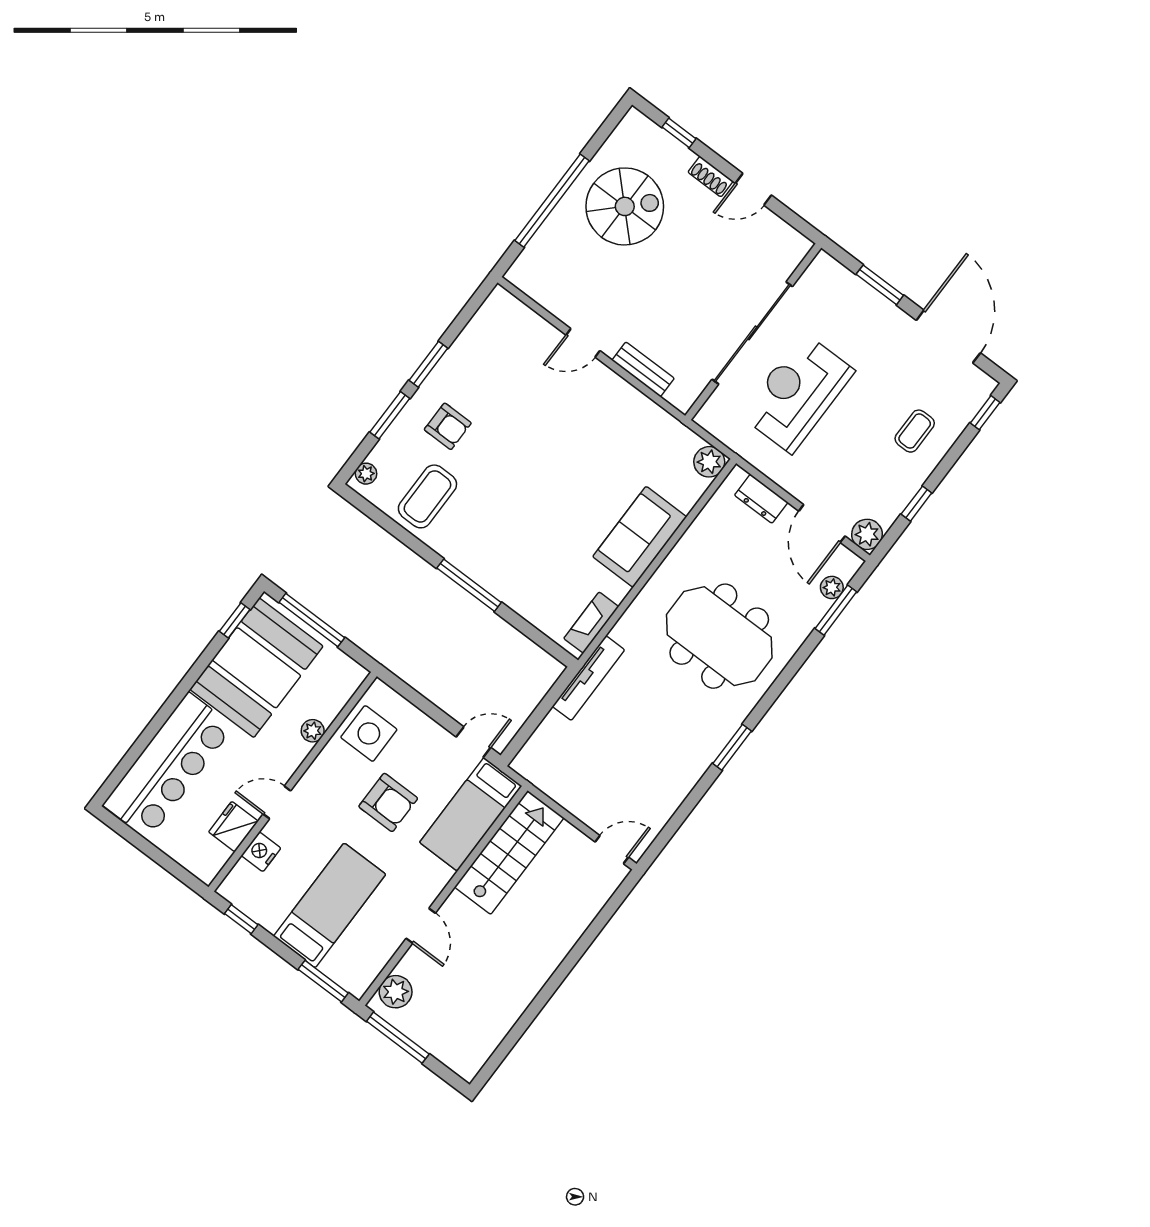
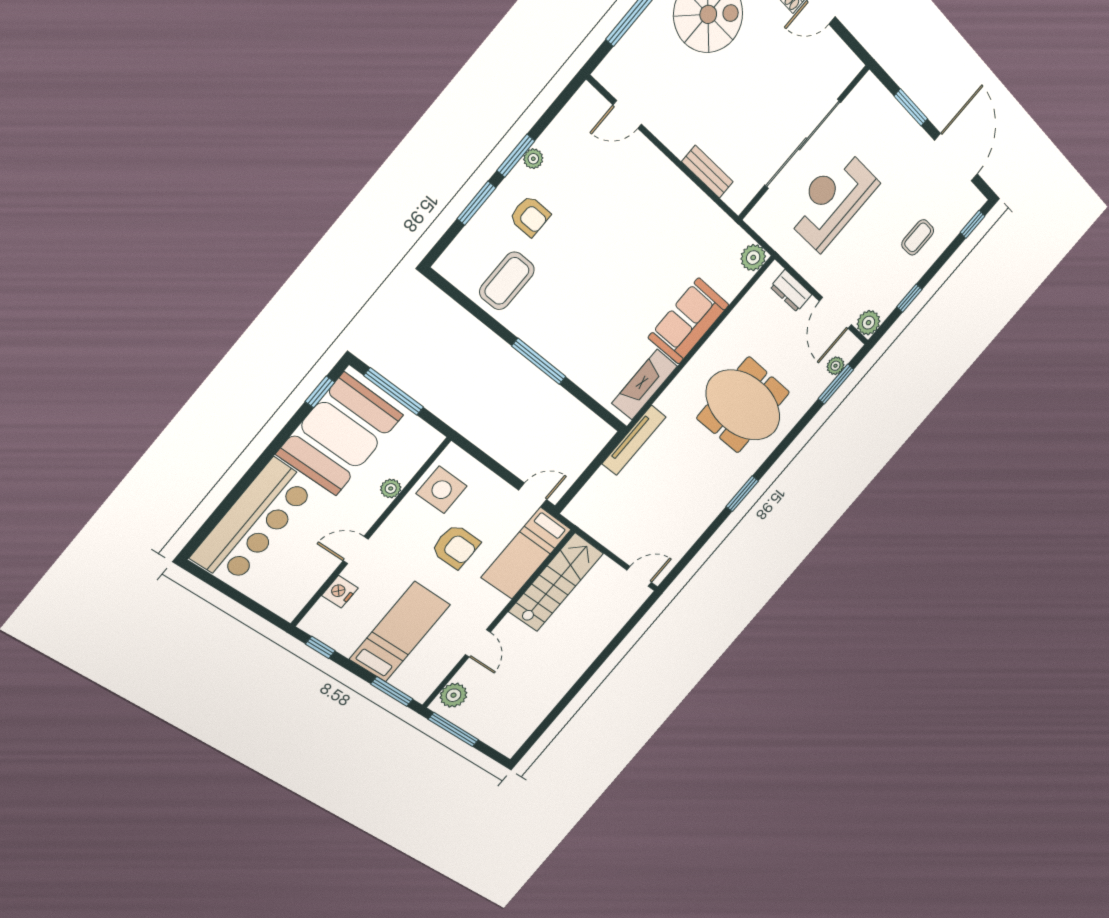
door: (583, 343) -> (627, 114), moved
plant: (366, 474) -> (533, 159), moved
fireplace: (591, 623) -> (644, 385), width x1.37, depth x1.32
fridge: (233, 827) -> (315, 572), removed

